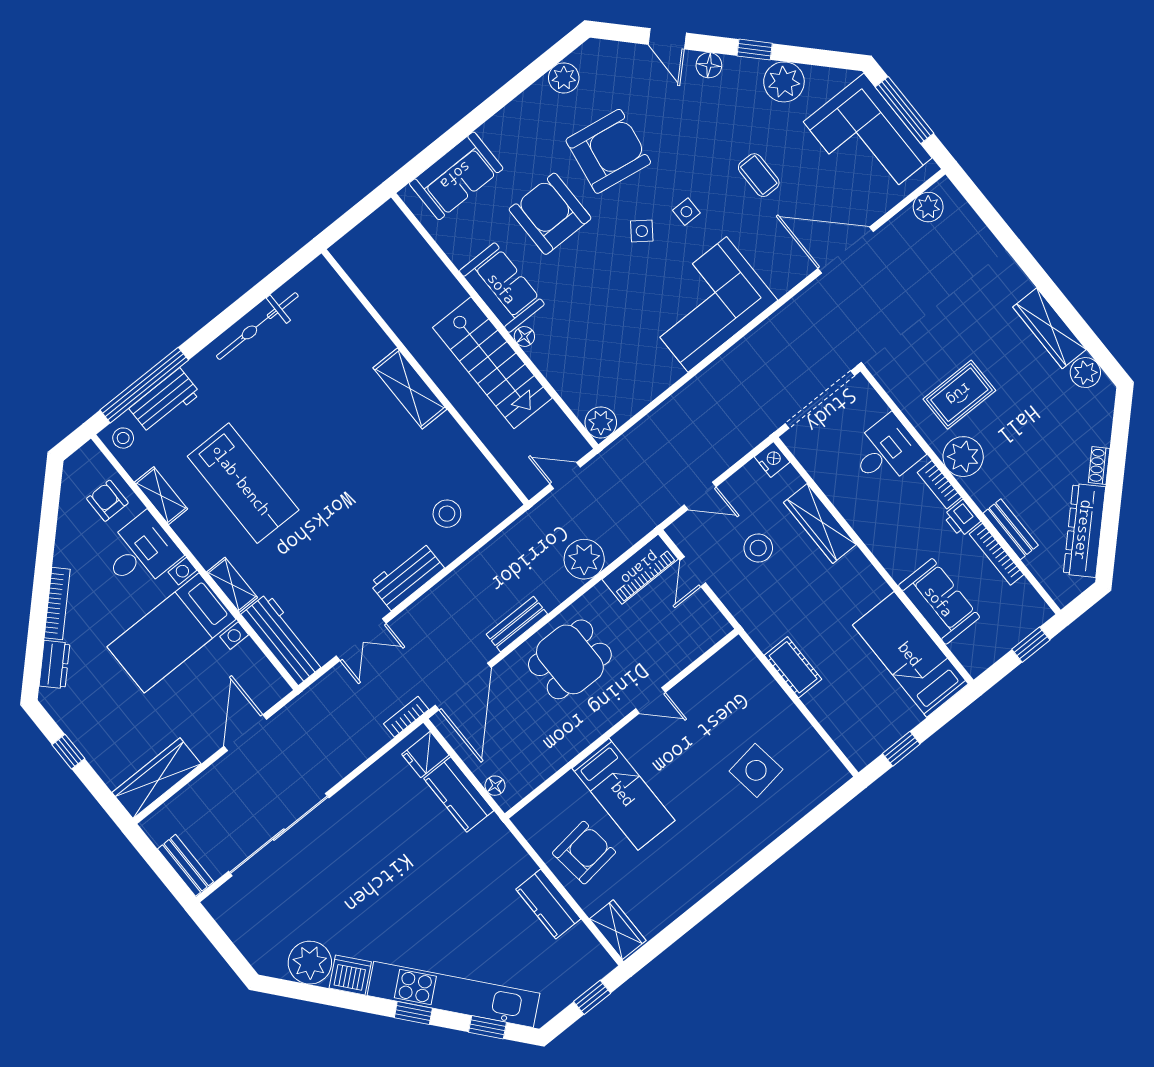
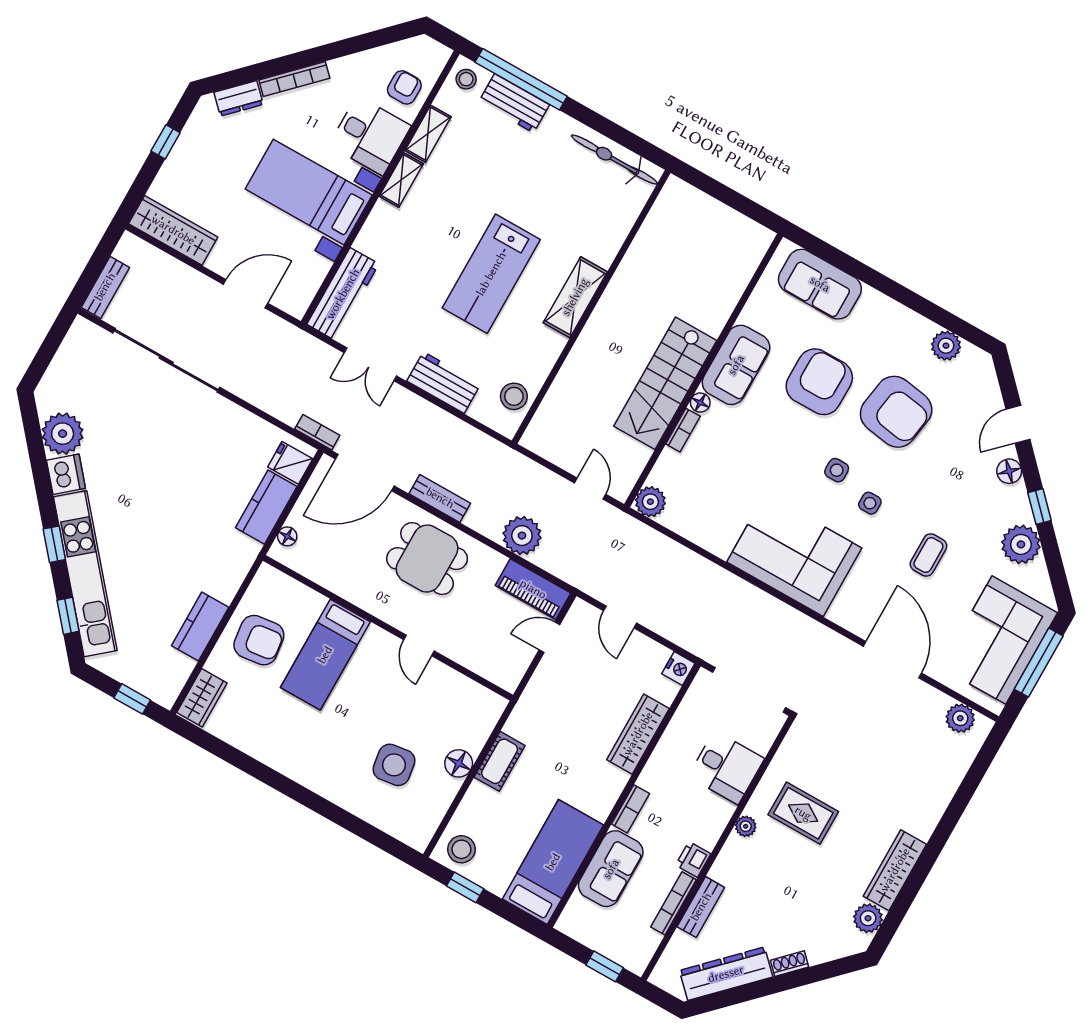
side table: (642, 231) -> (837, 470), turned -36
bookcase: (544, 364) -> (683, 430), added
wall: (425, 377) -> (591, 307), moved
shelving: (410, 389) -> (575, 297), moved
plant: (963, 457) -> (746, 826), width x0.53, depth x0.53
lab bench: (243, 483) -> (491, 274), moved
bookcase: (939, 485) -> (630, 809), moved, turned 180
stool: (758, 548) -> (461, 849), moved
shelving: (232, 585) -> (401, 180), moved
floor lamp: (779, 708) -> (459, 763), added

